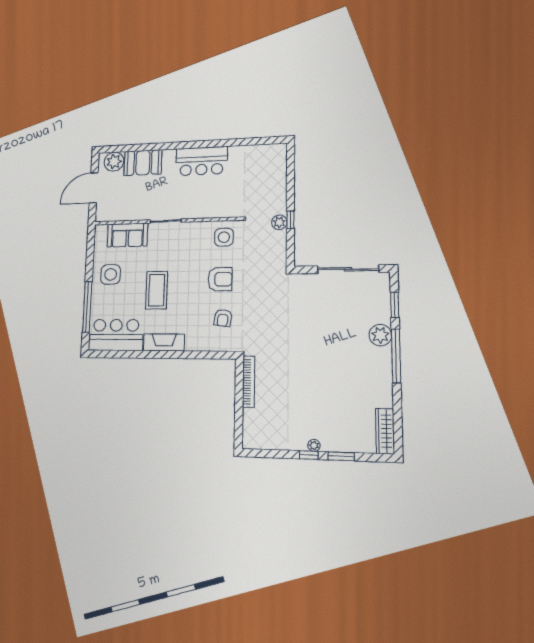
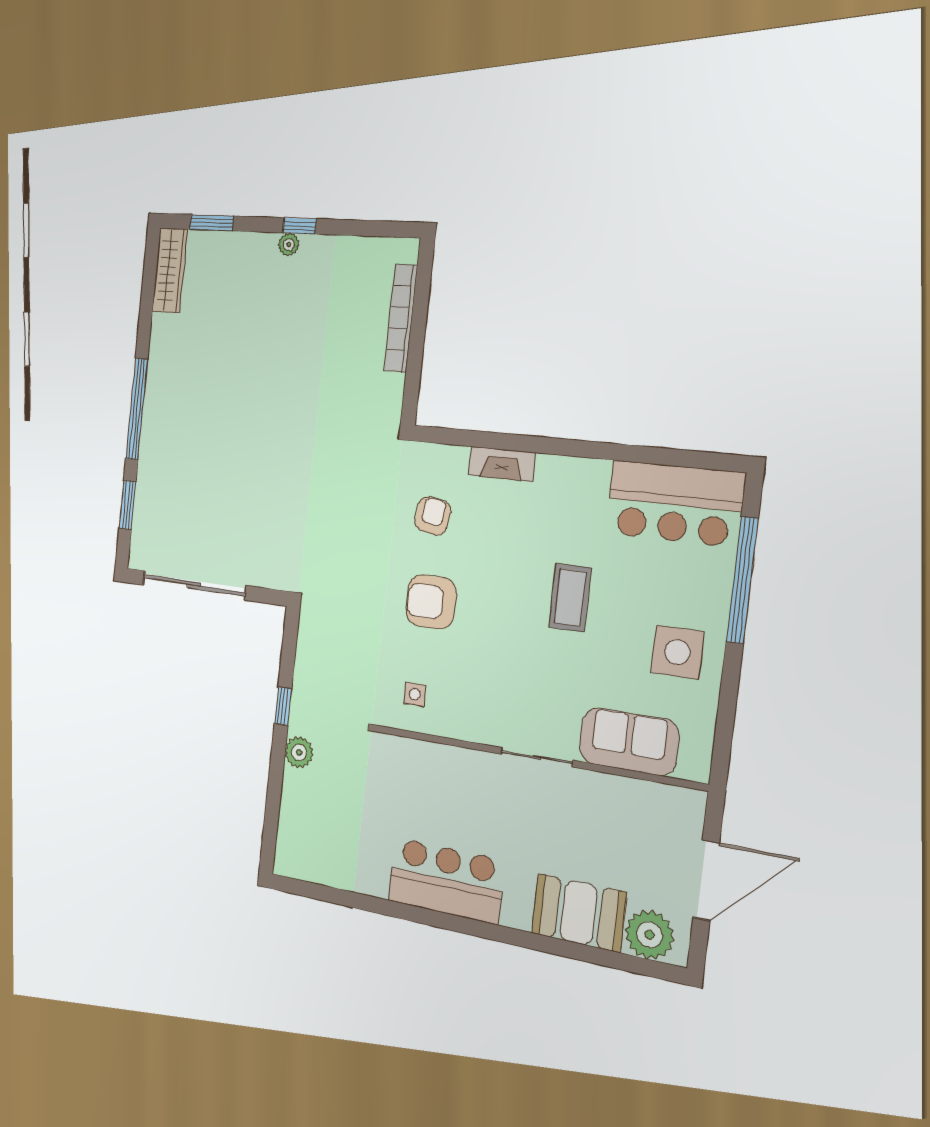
plant: (279, 222) -> (299, 752), moved
side table: (224, 237) -> (415, 694), width x0.54, depth x0.54
coffee table: (157, 290) -> (570, 598), width x0.73, depth x0.76
plant: (380, 335) -> (156, 450), removed
fireplace: (164, 342) -> (502, 464), moved, width x0.73, depth x0.76
bookcase: (249, 382) -> (401, 318), moved
window: (341, 456) -> (212, 223), moved

